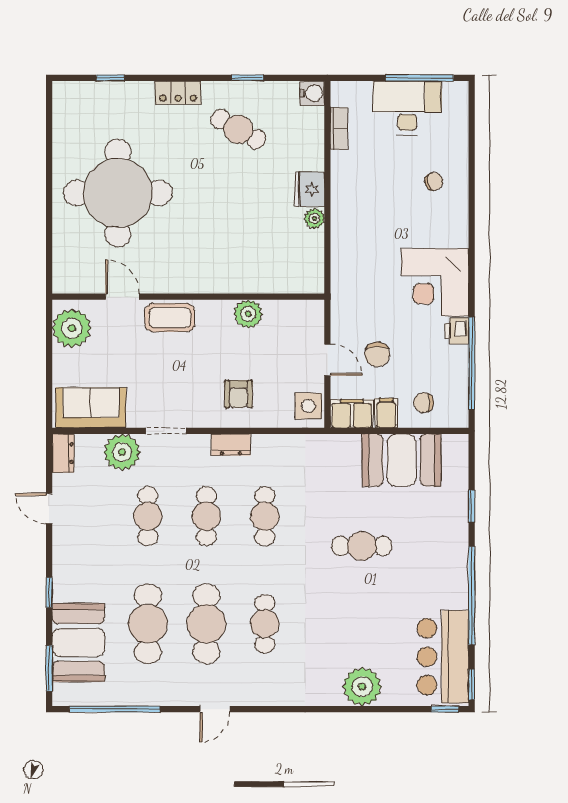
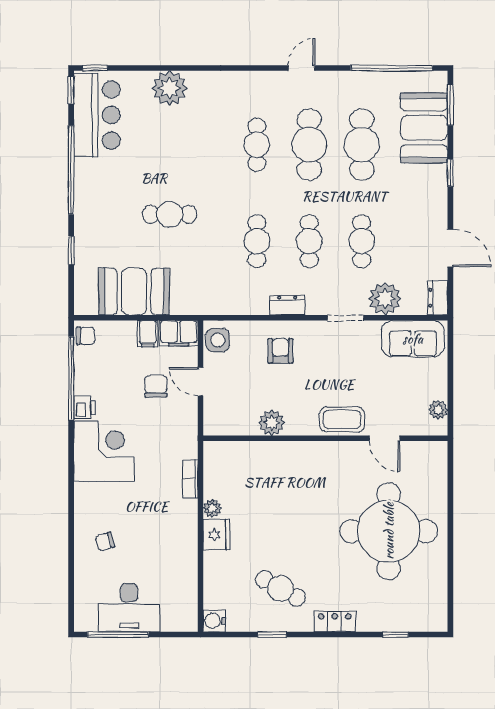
bookcase: (339, 129) -> (190, 479), moved
plant: (72, 328) -> (438, 410), width x0.53, depth x0.53
chair: (424, 403) -> (86, 336), moved
door: (49, 509) -> (450, 248), width x1.38

